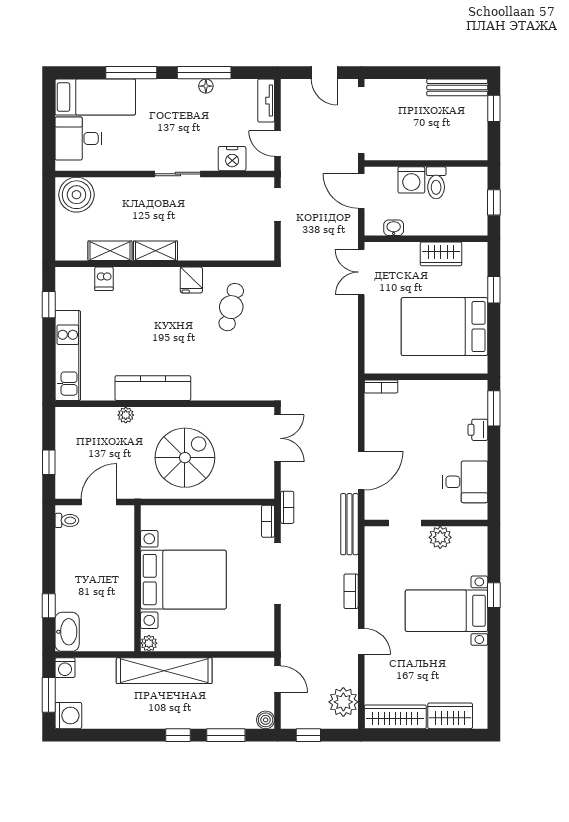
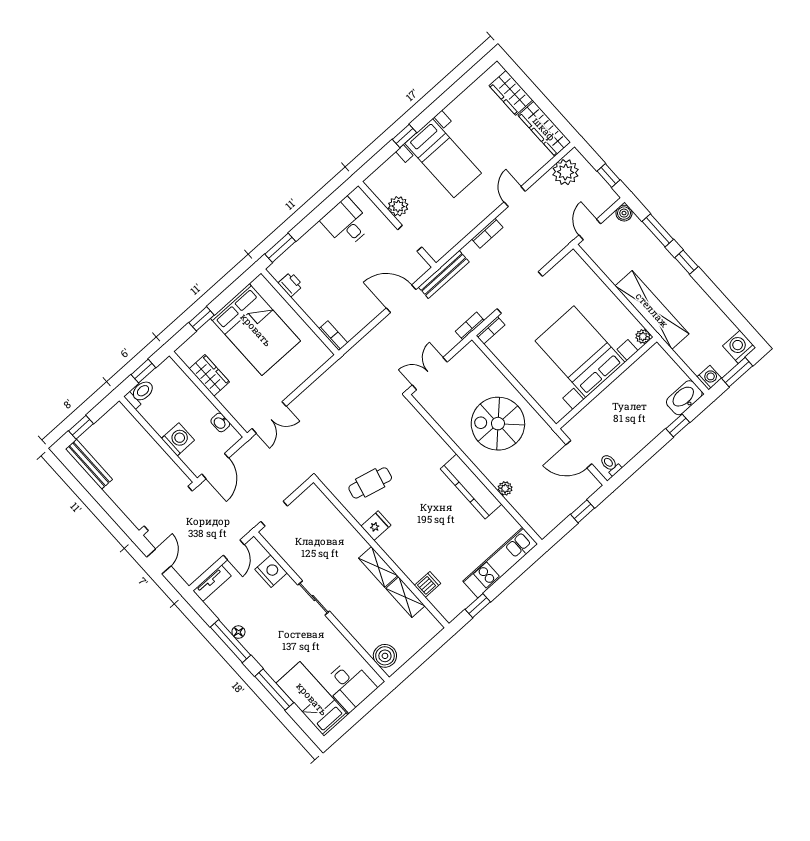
toilet: (436, 183) -> (140, 393), moved
boiler: (76, 195) -> (385, 656), width x0.73, depth x0.73
printer: (478, 430) -> (291, 284), moved, turned -90

